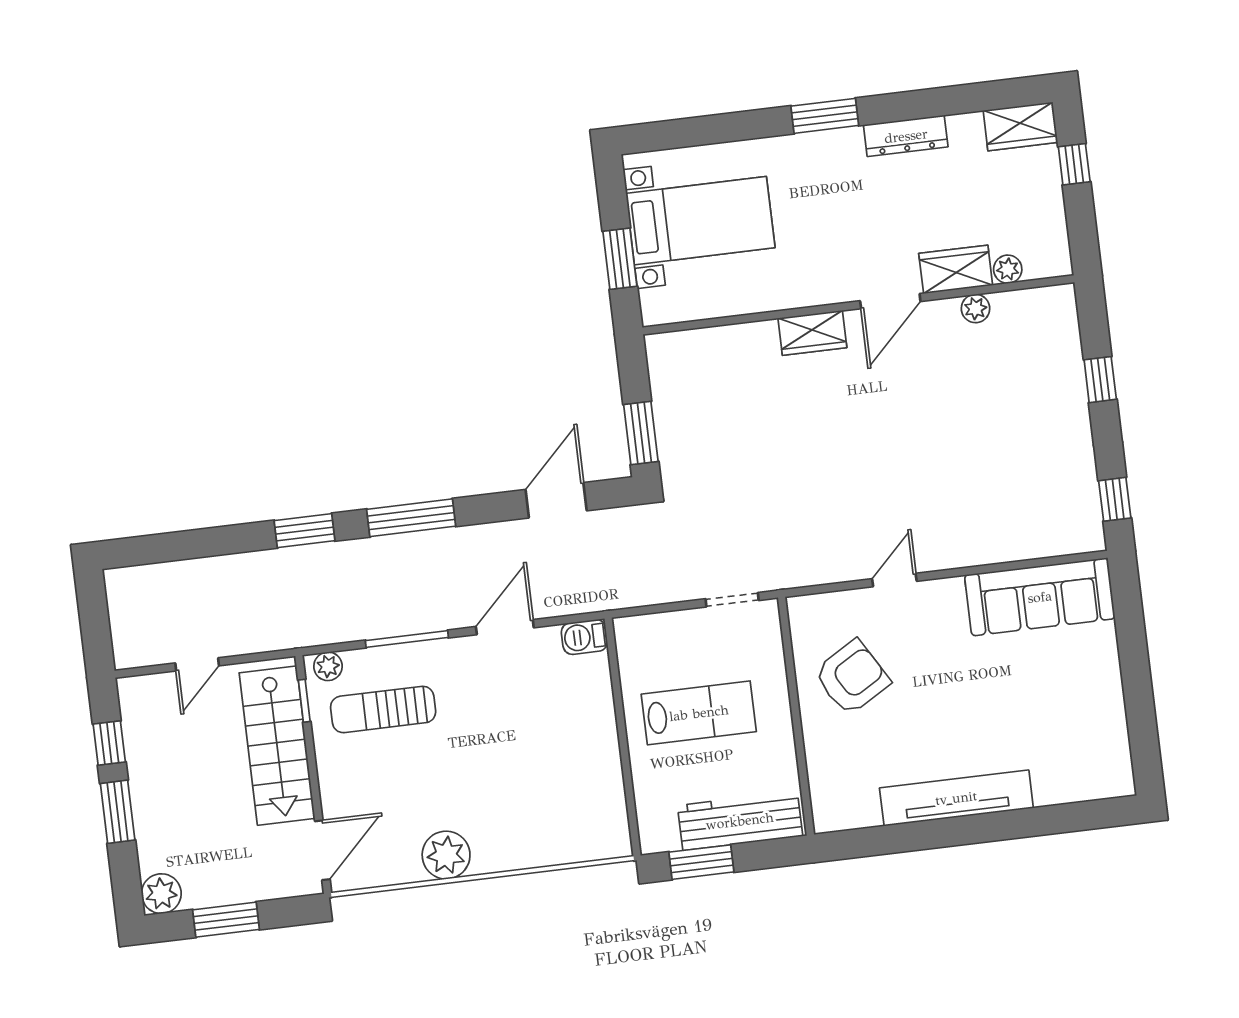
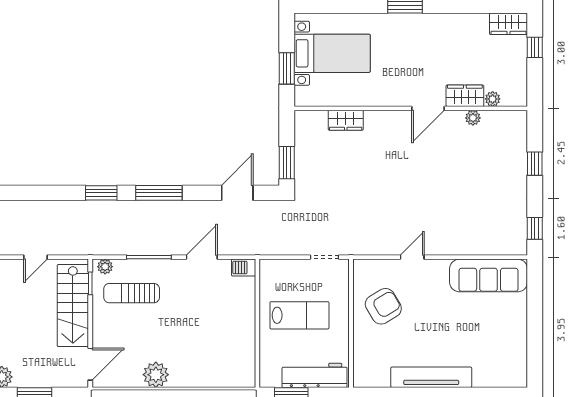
dresser: (906, 136) -> (447, 21), removed
wardrobe: (812, 333) -> (346, 120), moved

